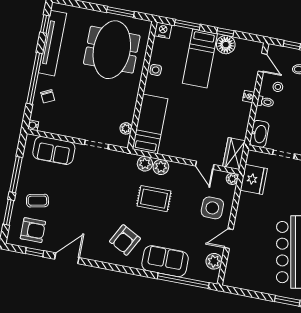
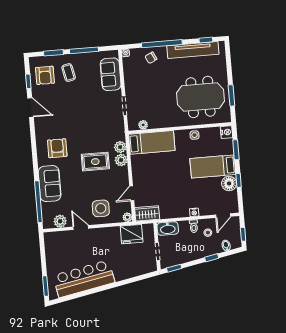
rug: (154, 199) -> (95, 162), turned 90
armchair: (125, 240) -> (57, 148), turned 62

